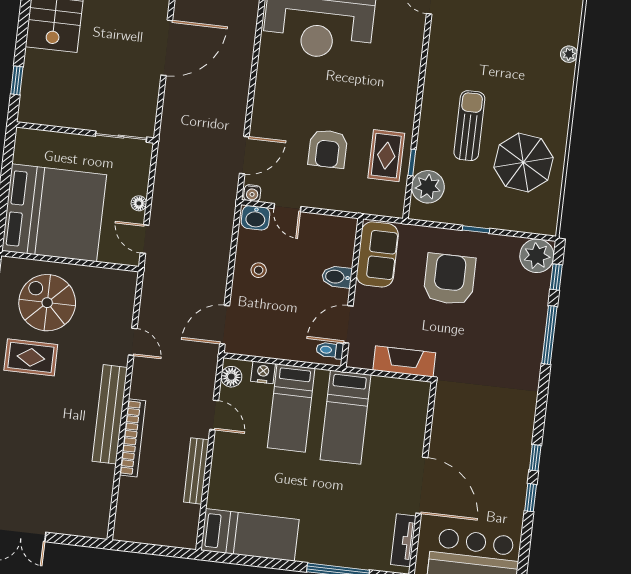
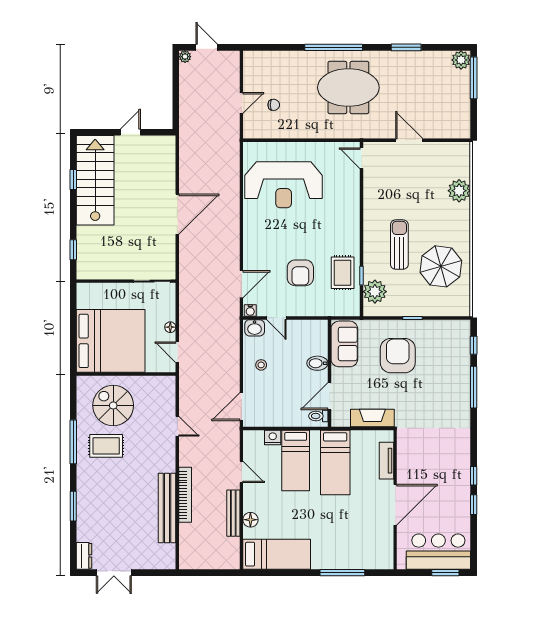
plant: (569, 54) -> (459, 191), width x1.87, depth x1.87
plant: (537, 256) -> (458, 332), removed
floor lamp: (231, 377) -> (250, 520), moved
bench: (110, 414) -> (167, 508), moved
door: (422, 485) -> (395, 505), hinge flipped
tv unit: (403, 540) -> (386, 461), moved

